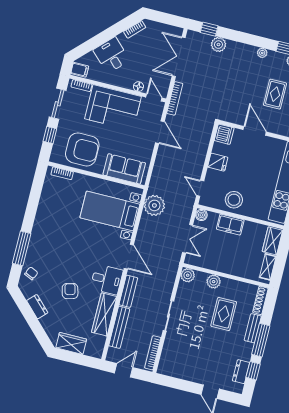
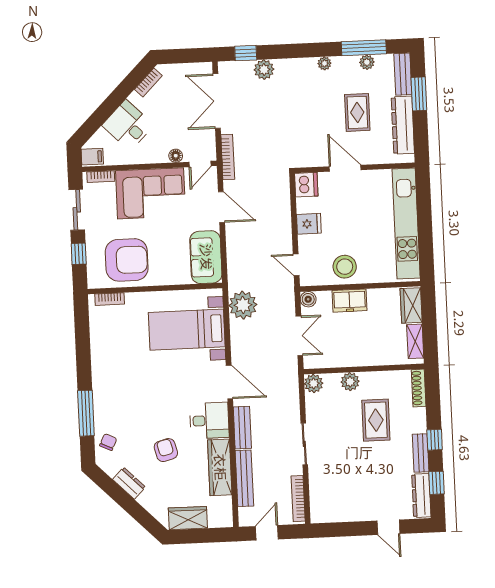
door: (154, 97) -> (200, 164), swing flipped
sofa: (124, 169) -> (206, 257), moved, turned -90
bench: (253, 328) -> (421, 453), moved
window: (261, 340) -> (435, 440), width x0.46
dresser: (241, 372) -> (421, 495), width x1.44

